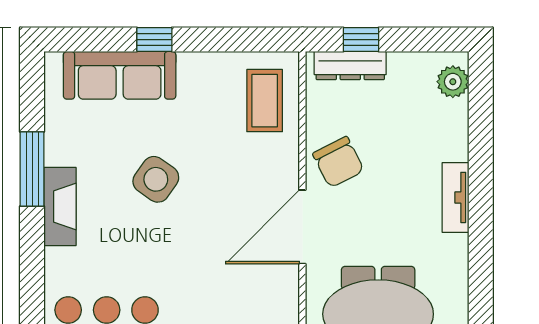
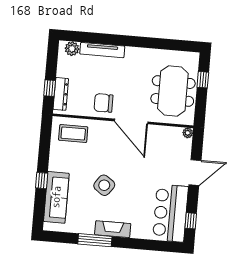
chair: (338, 162) -> (104, 103), turned -153
tv unit: (456, 197) -> (102, 50), moved, width x1.41

